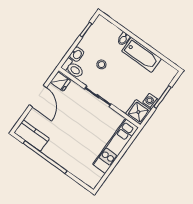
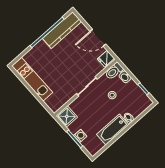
washing machine: (150, 101) -> (80, 136), moved
kitchen counter: (32, 136) -> (62, 30), width x1.50
kitchen unit: (115, 146) -> (32, 79), moved

